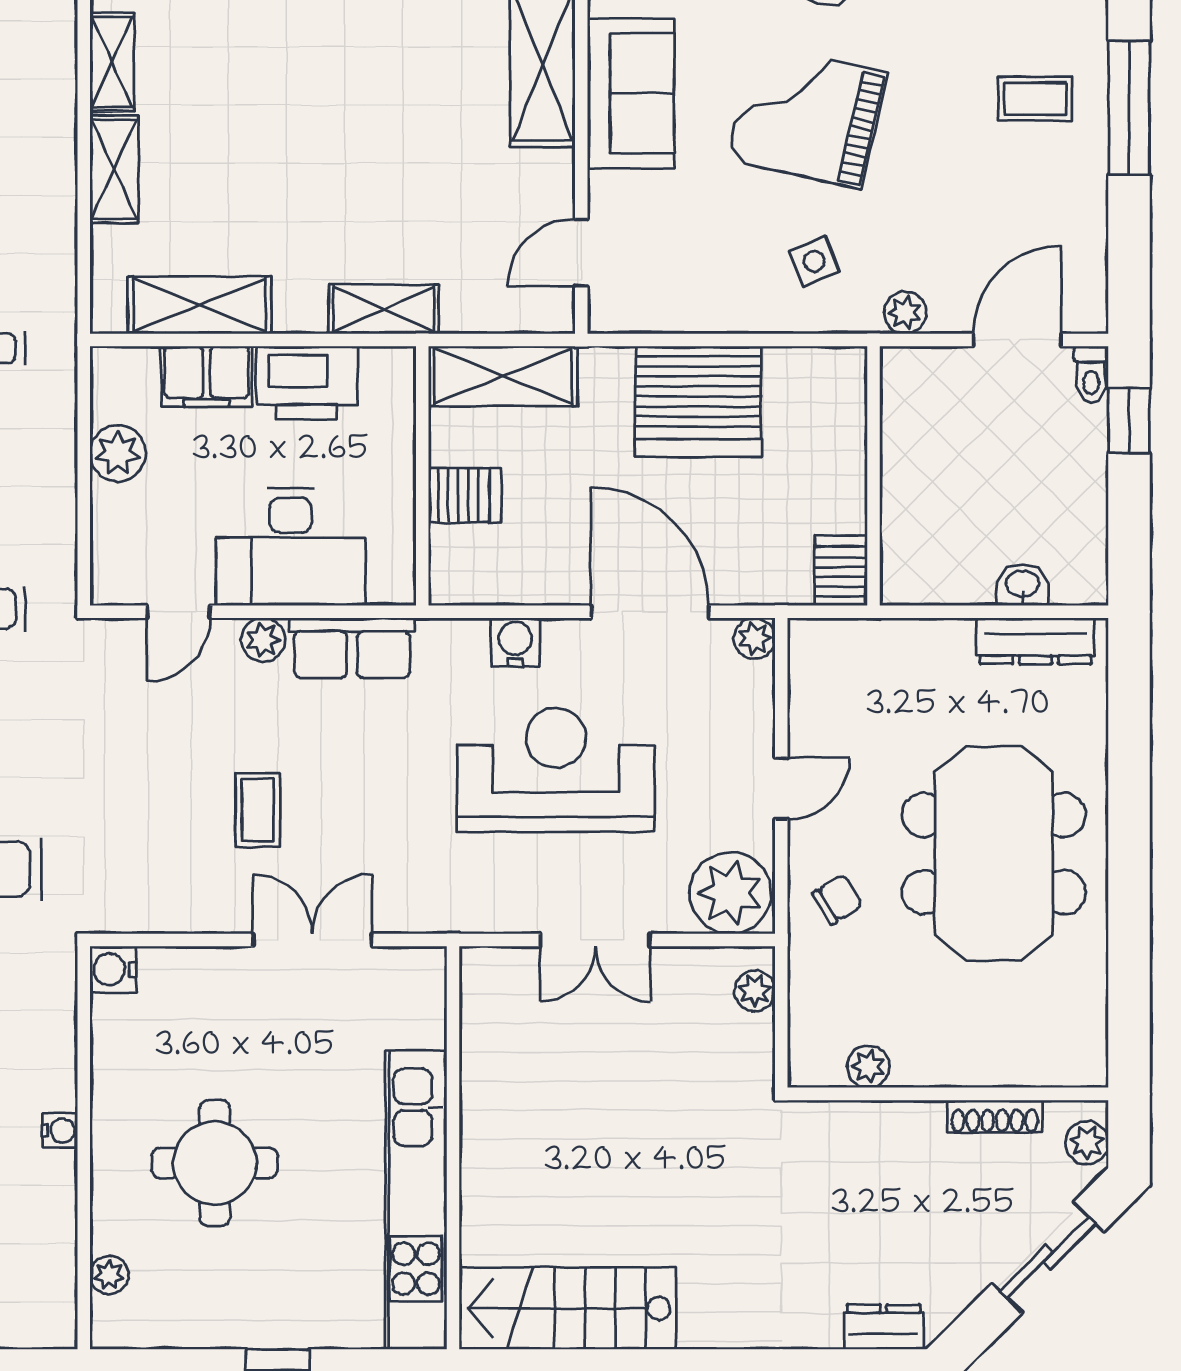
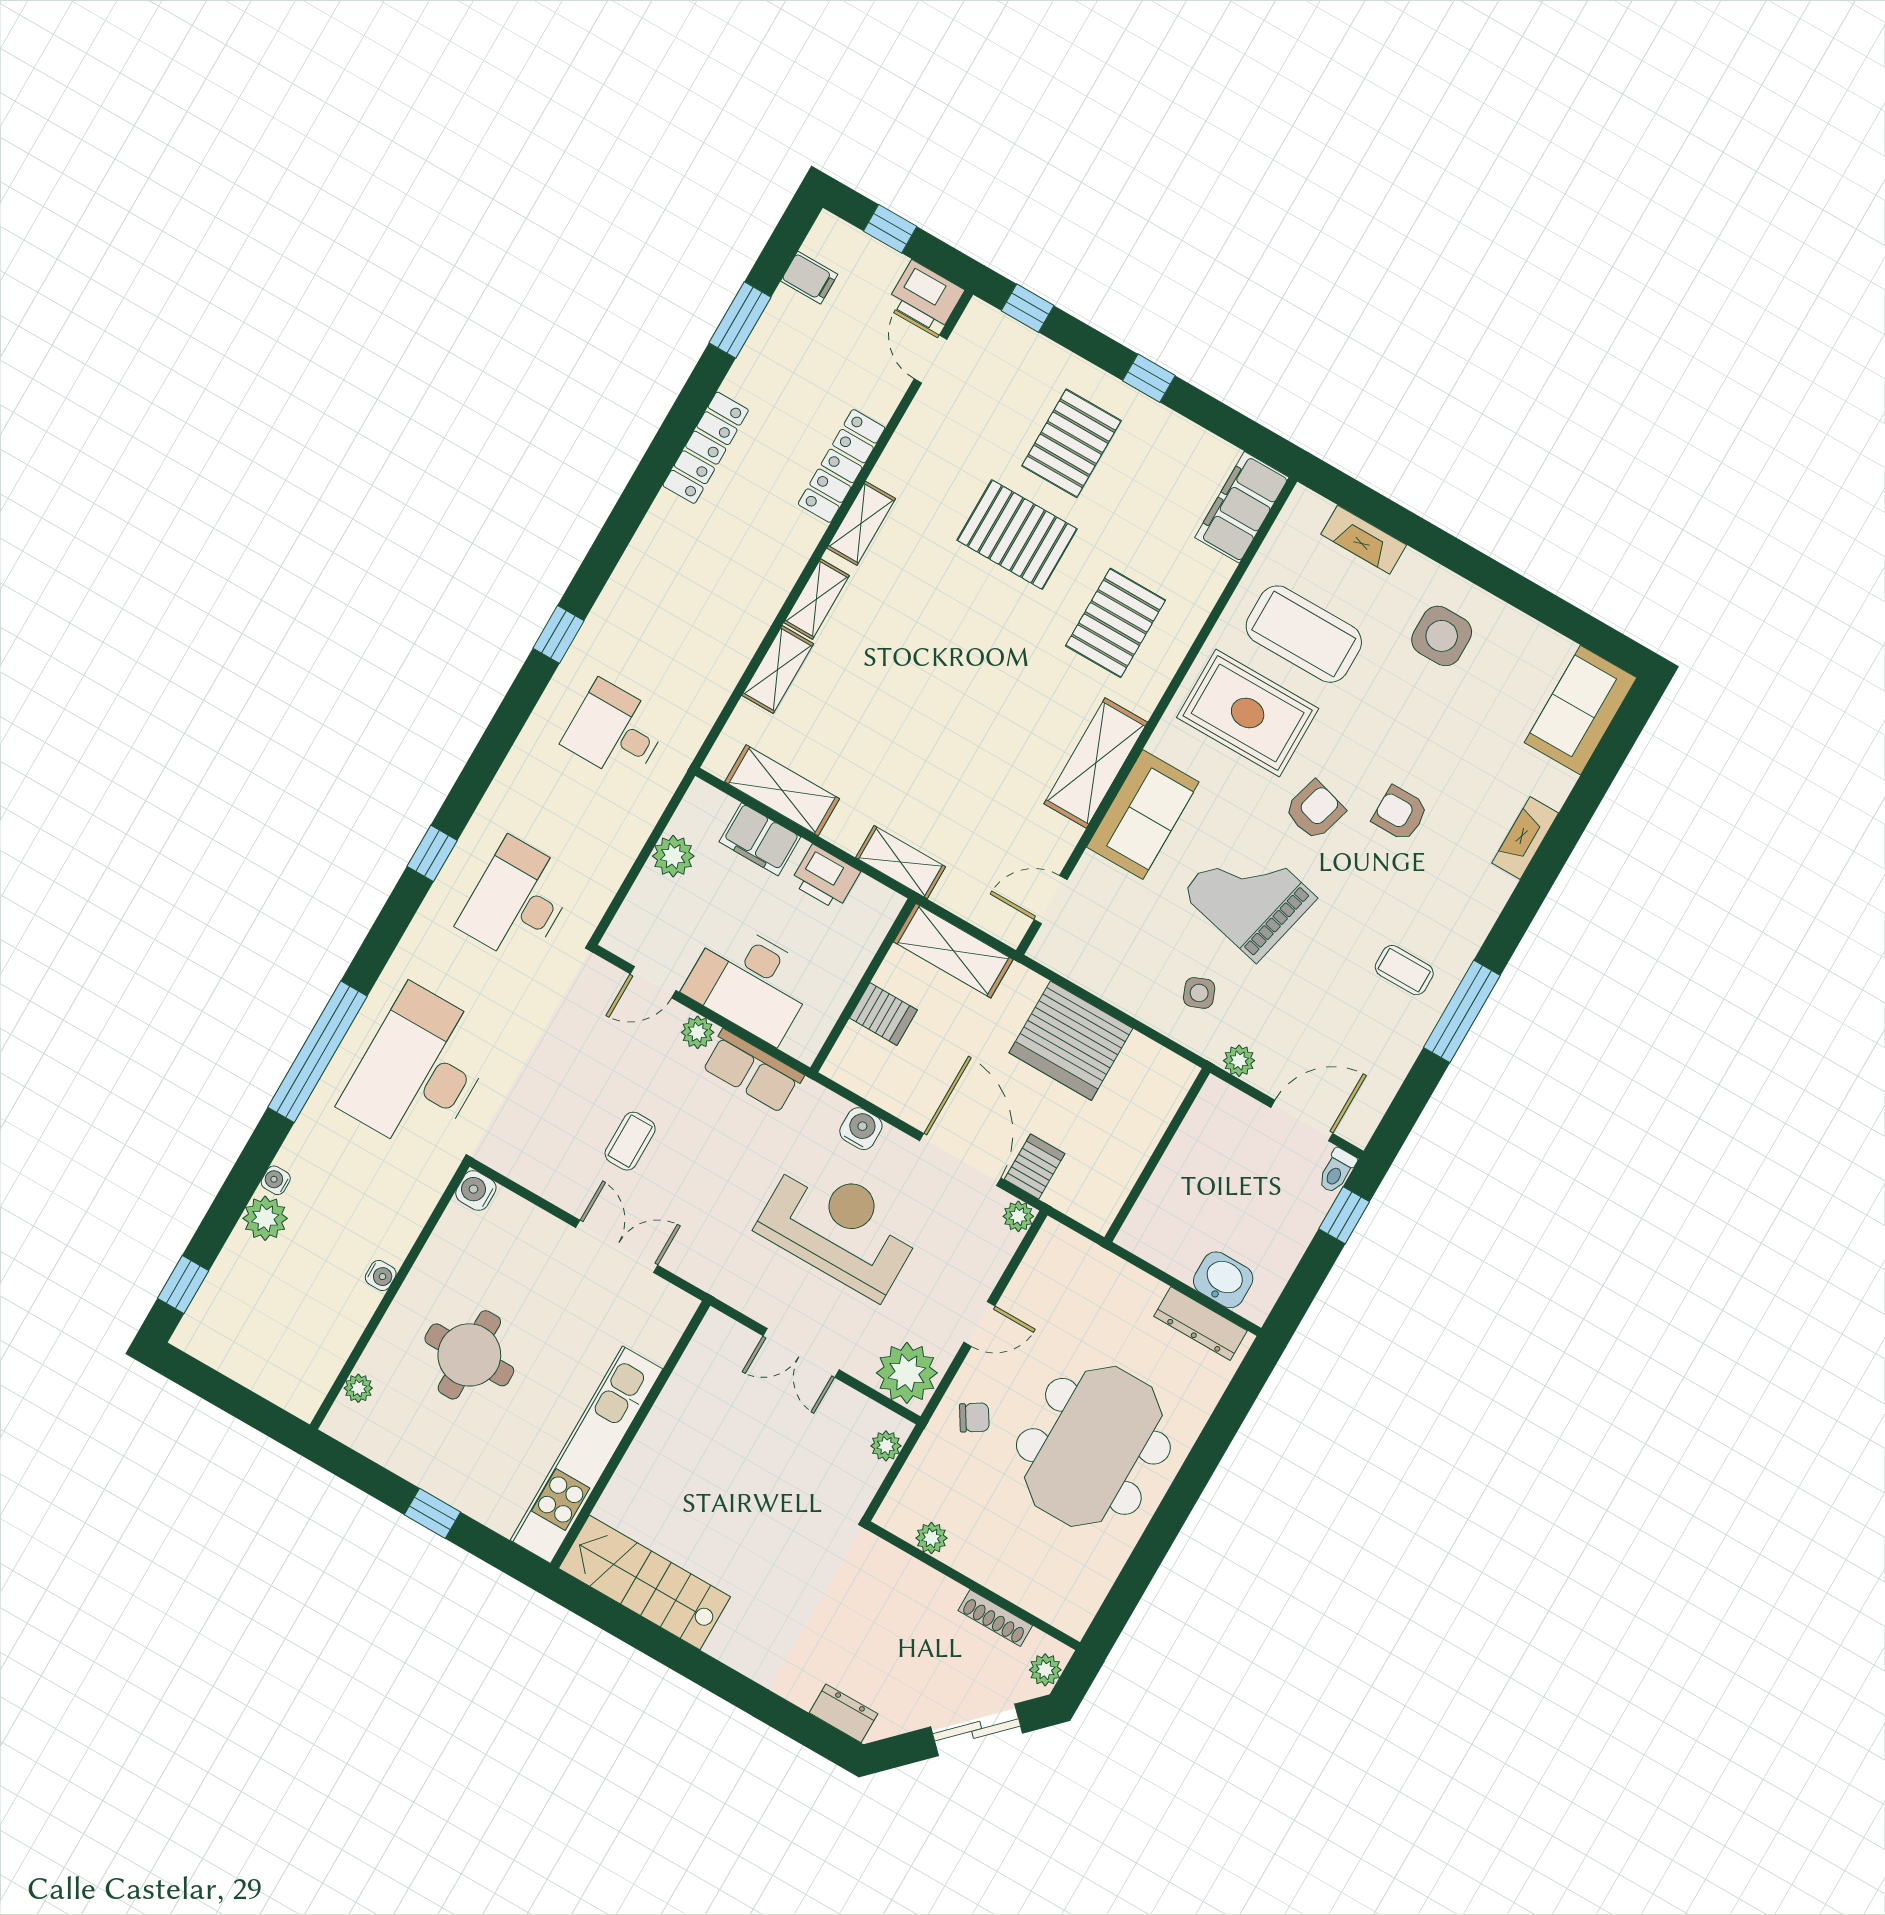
printer: (307, 383) -> (825, 877), width x0.73, depth x0.84
server rack: (841, 571) -> (1035, 1167), moved
washbasin: (1023, 585) -> (1223, 1280), width x1.38, depth x1.45

